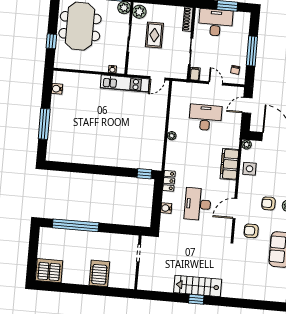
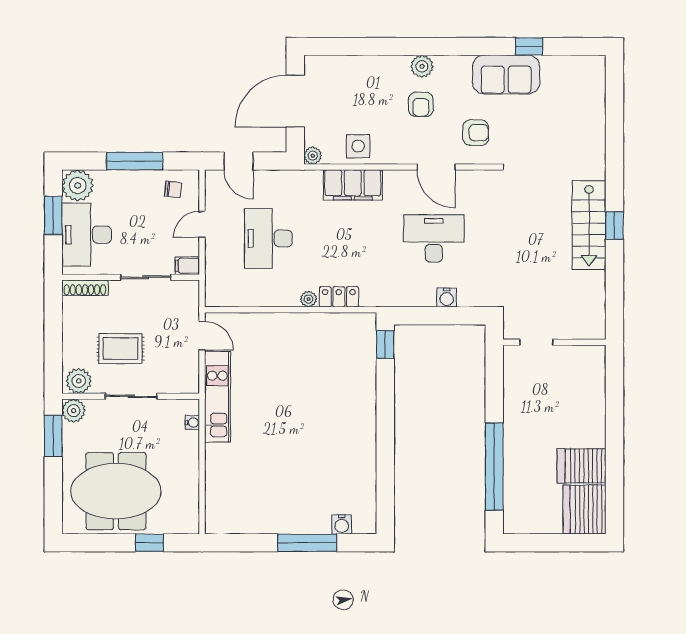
plant: (242, 20) -> (78, 186), added
water cooler: (57, 89) -> (342, 524), moved
locker: (169, 181) -> (339, 297), moved
desk: (198, 204) -> (434, 238), turned 180
armchair: (251, 231) -> (476, 133), turned -90
server rack: (99, 273) -> (582, 466), moved

